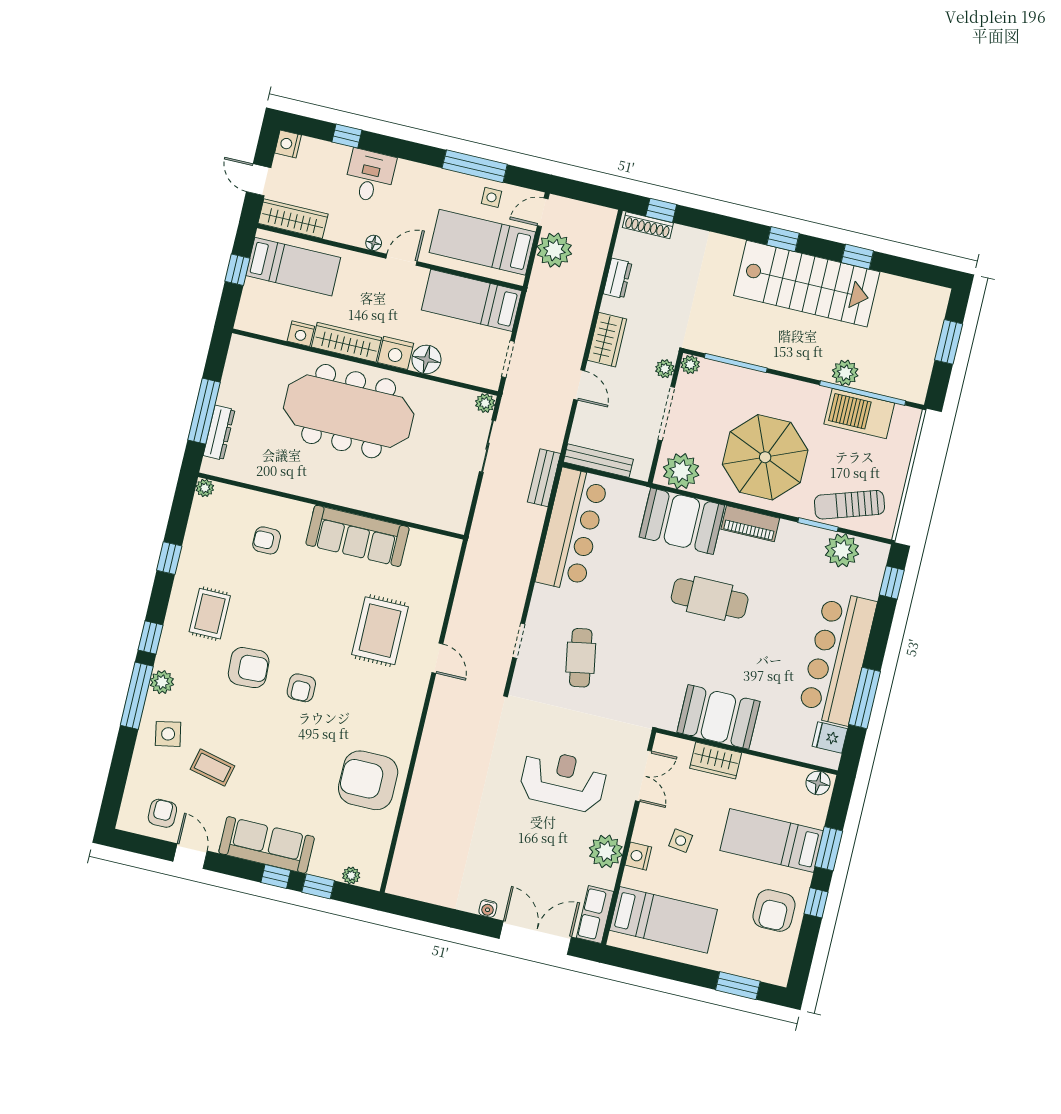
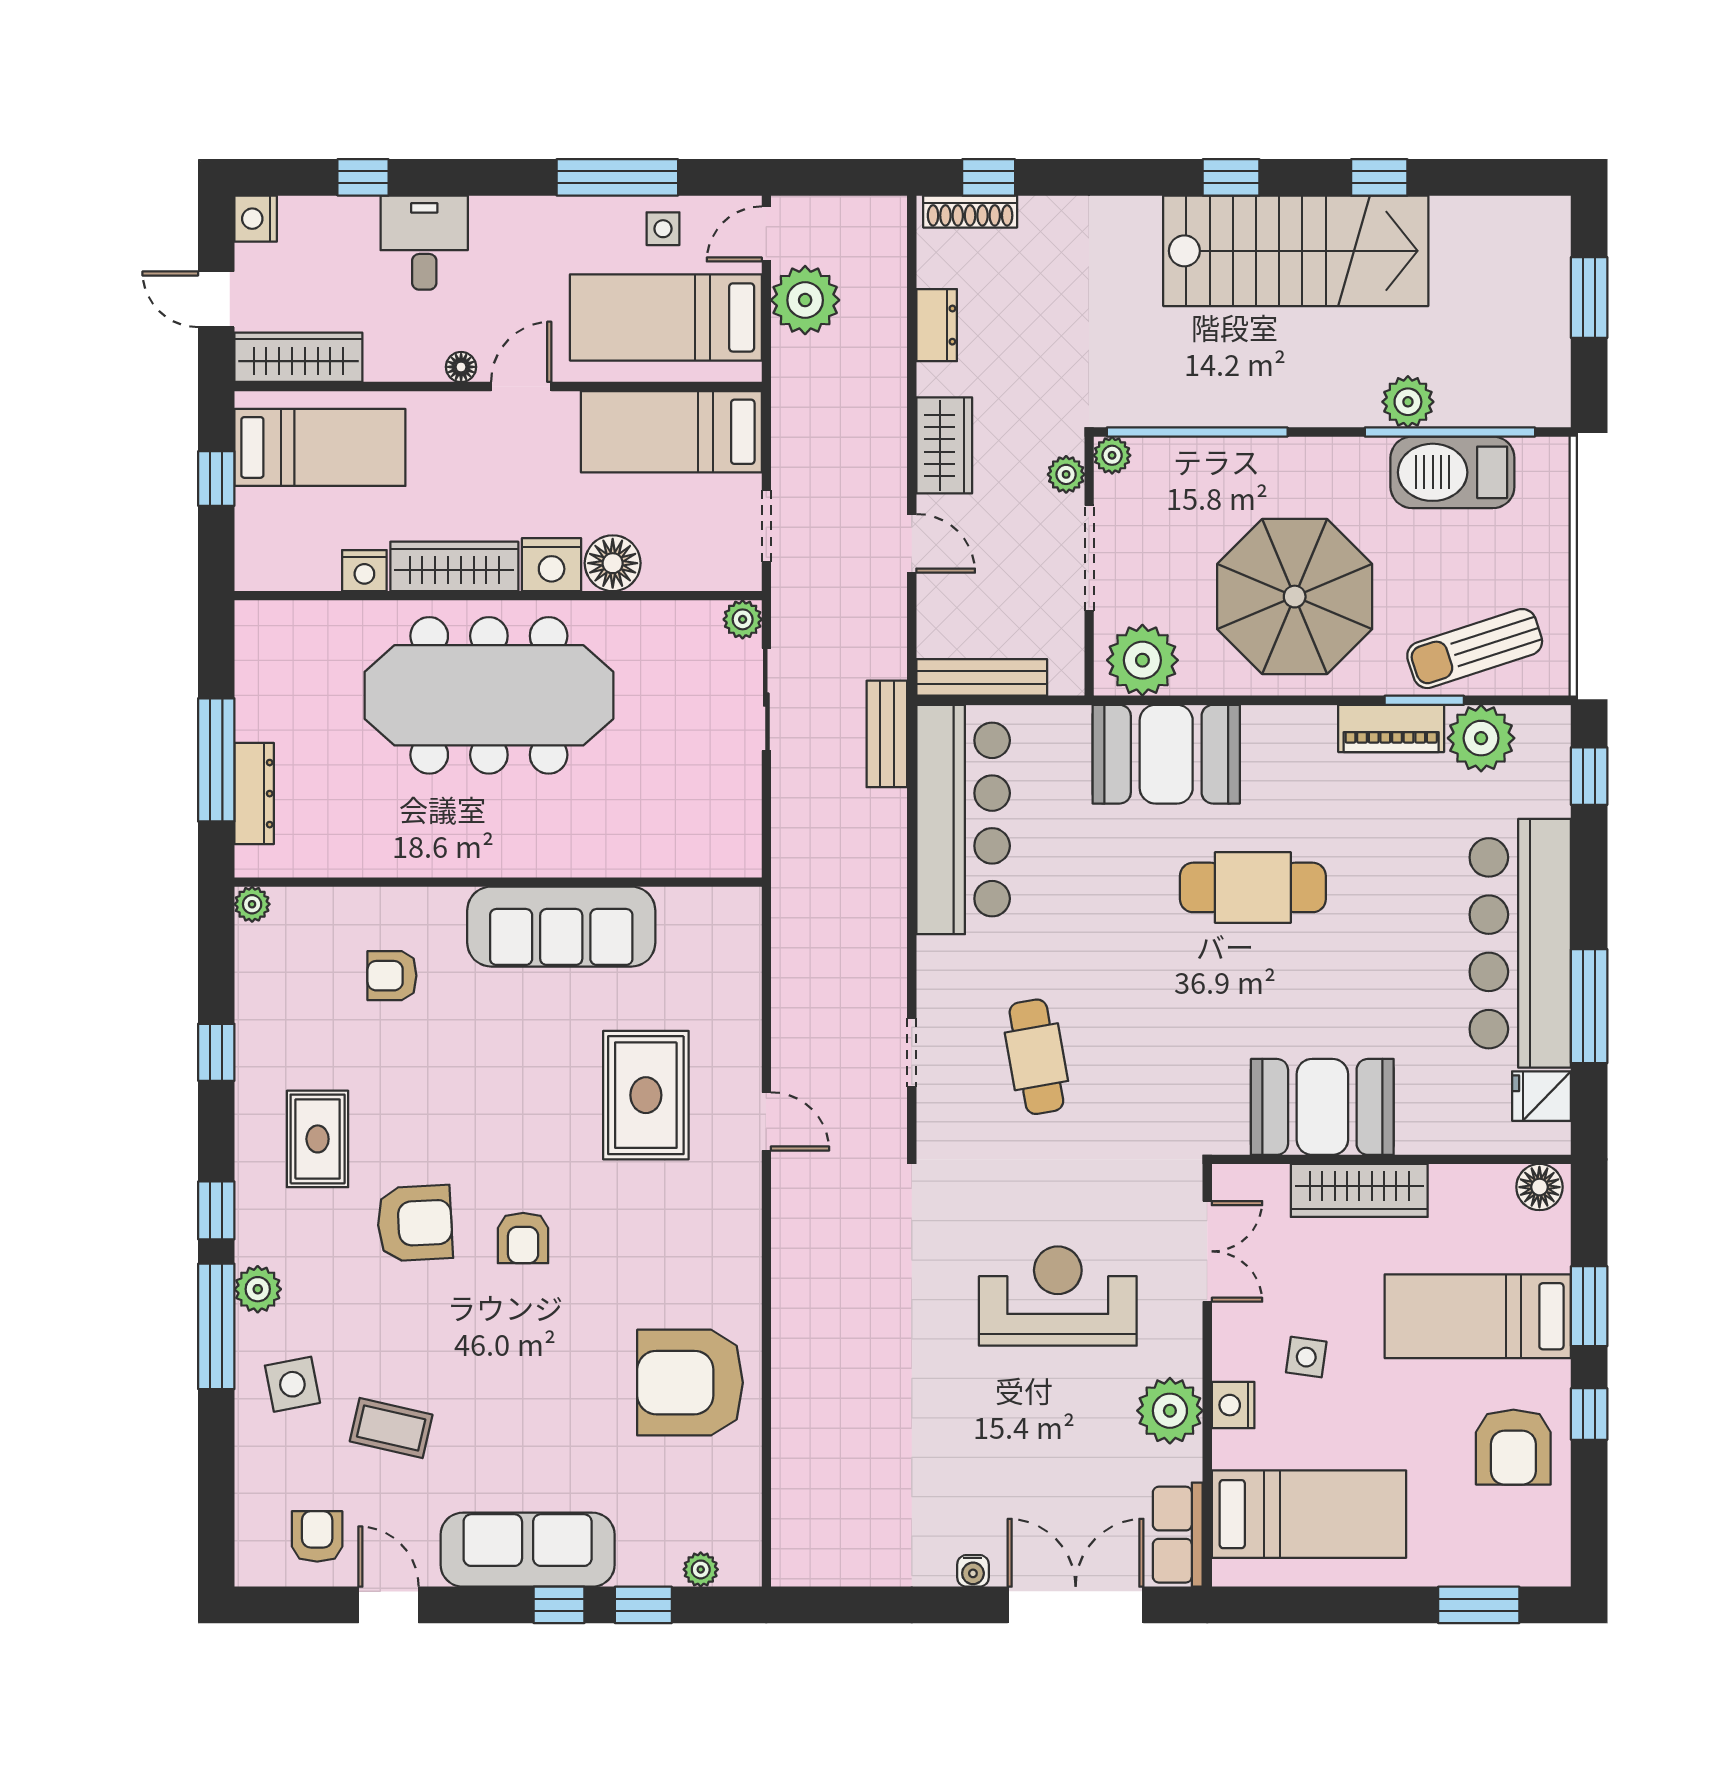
window: (736, 363) -> (1197, 432), width x1.46
piano: (750, 524) -> (1391, 728), moved
wardrobe: (716, 761) -> (1359, 1190), width x1.50

